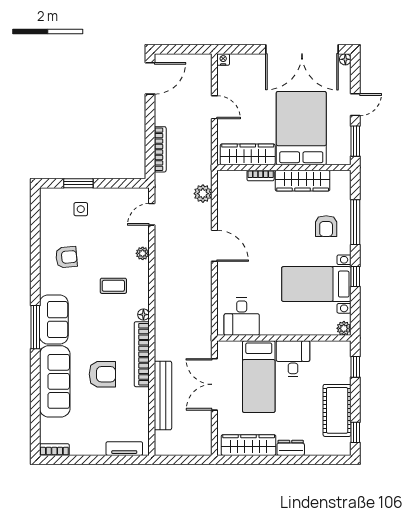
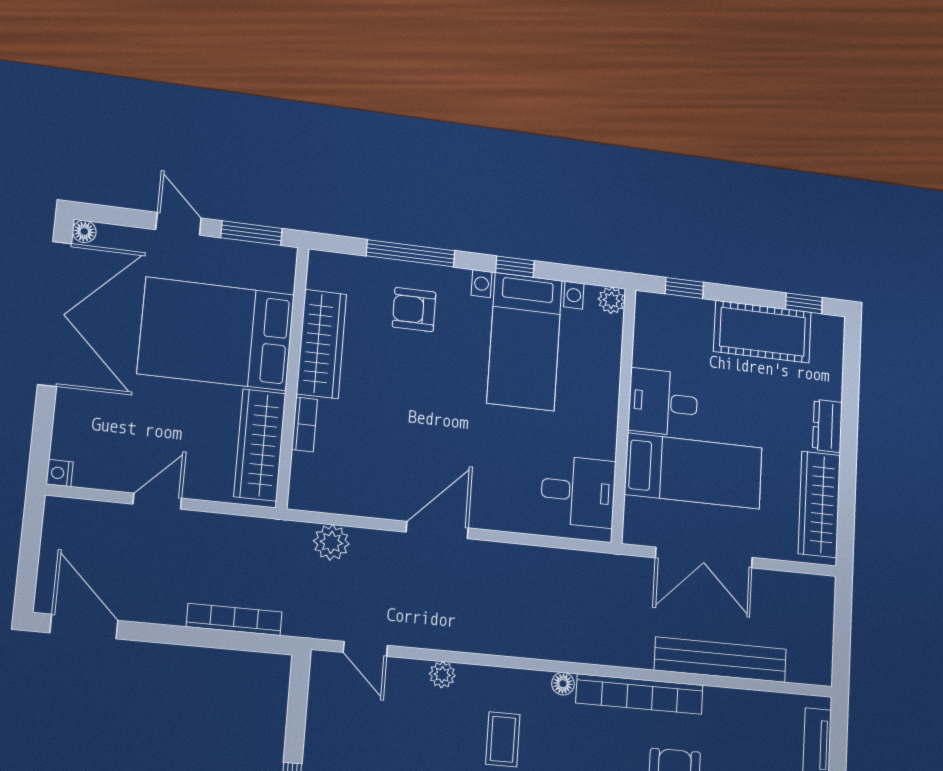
armchair: (326, 226) -> (414, 310), turned 180

